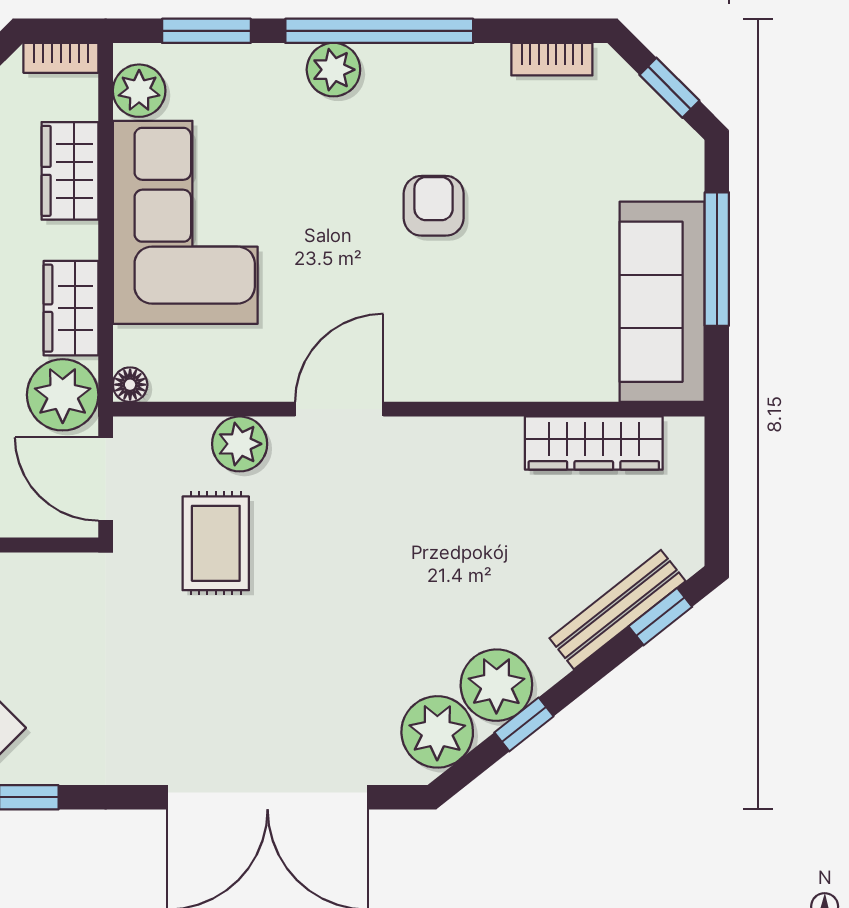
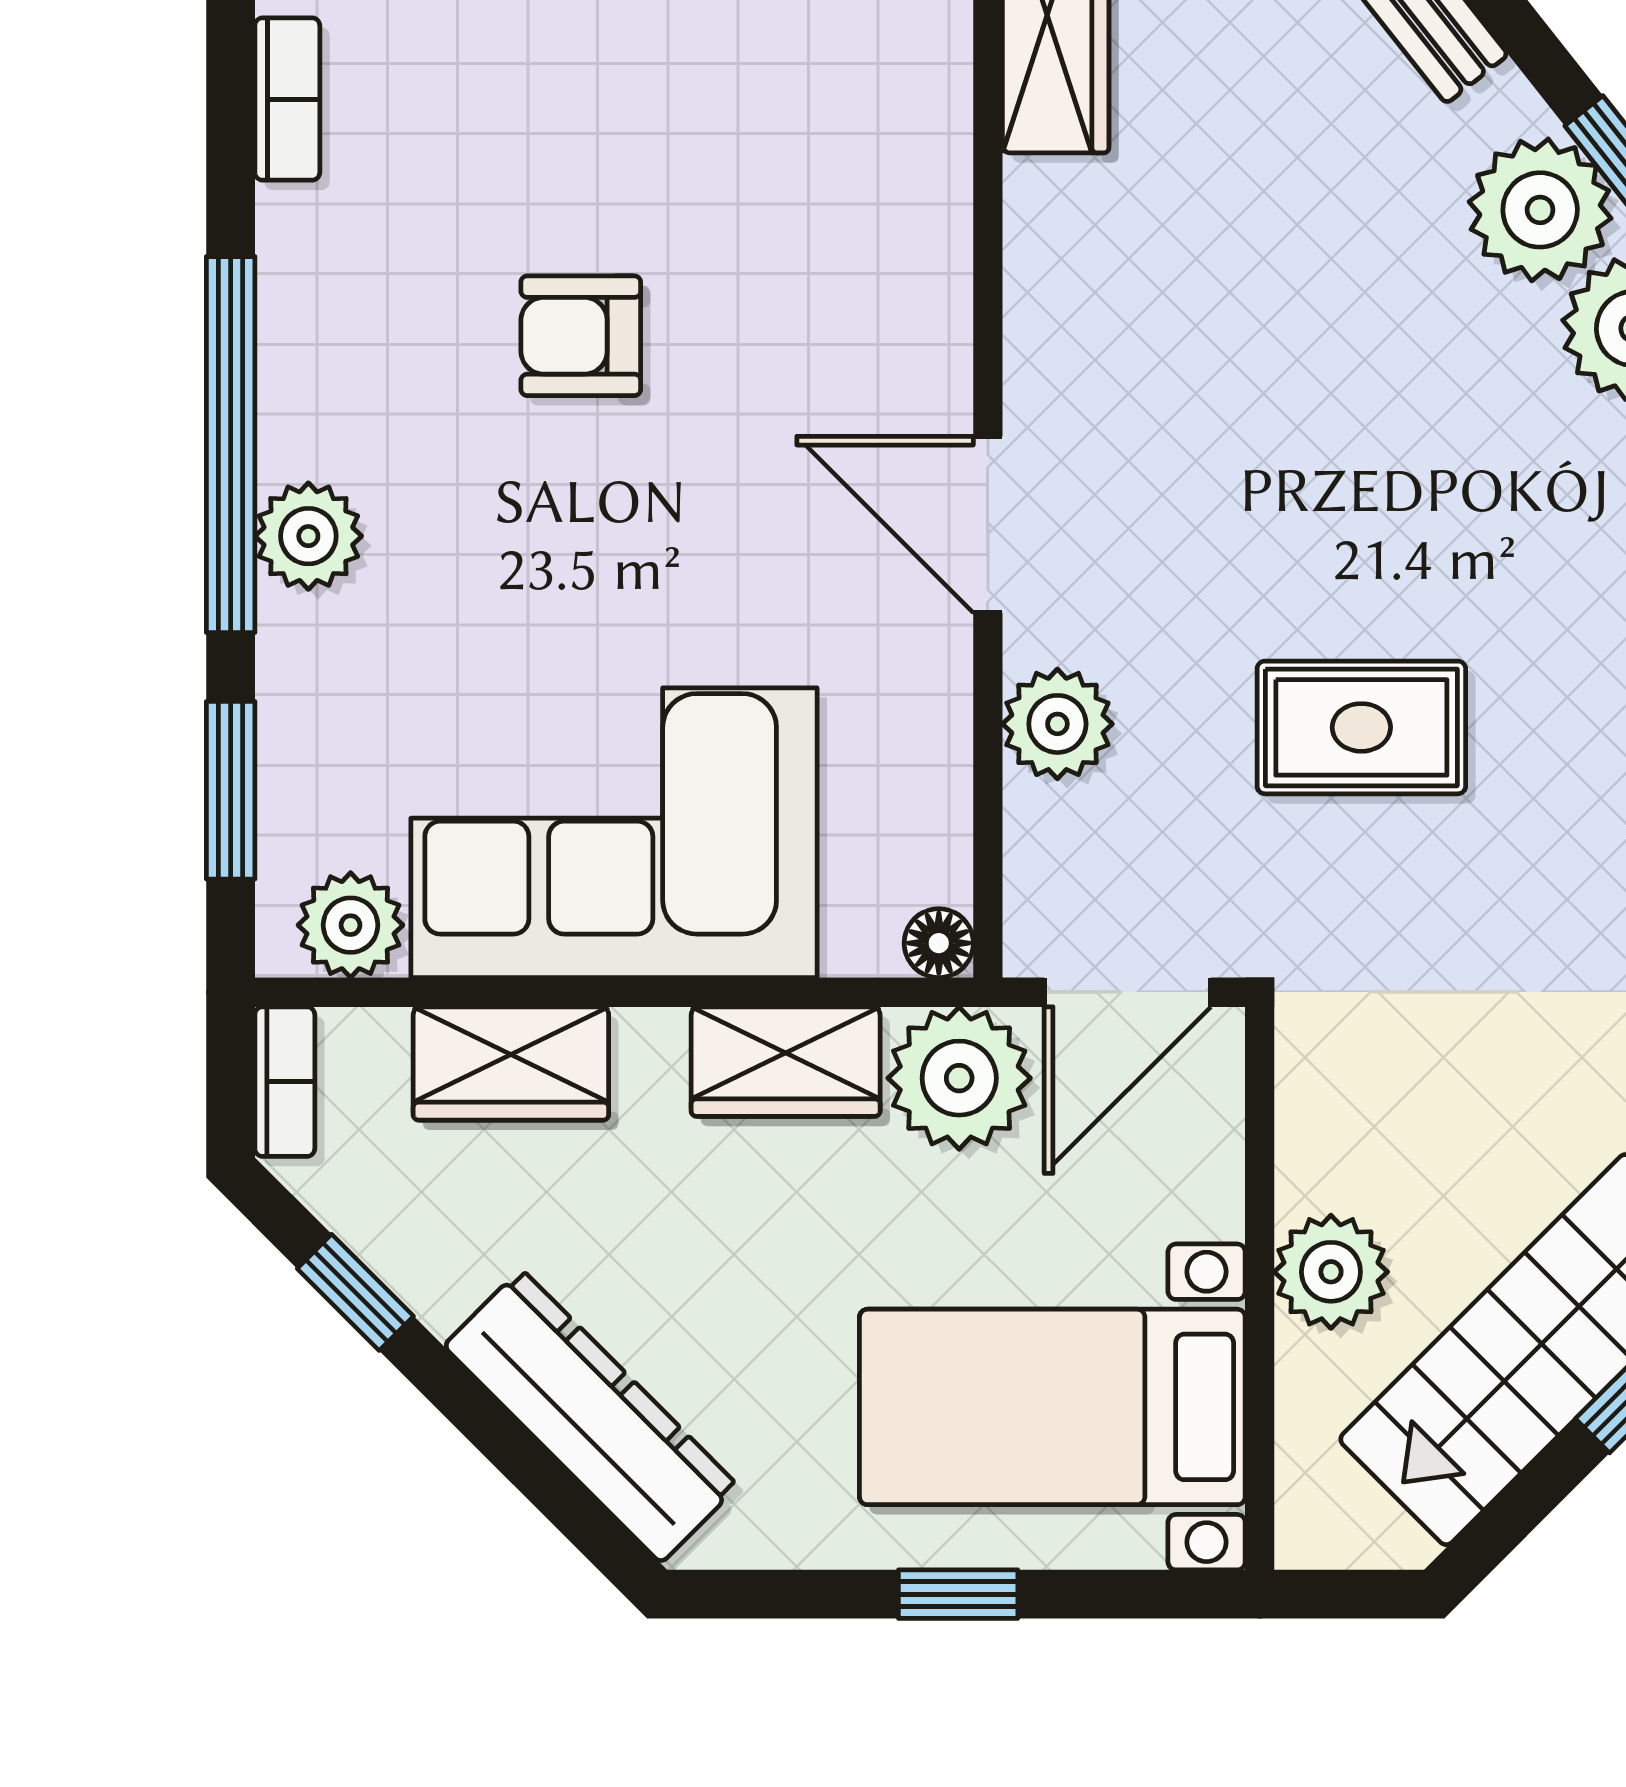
rug: (216, 543) -> (1361, 727), moved

